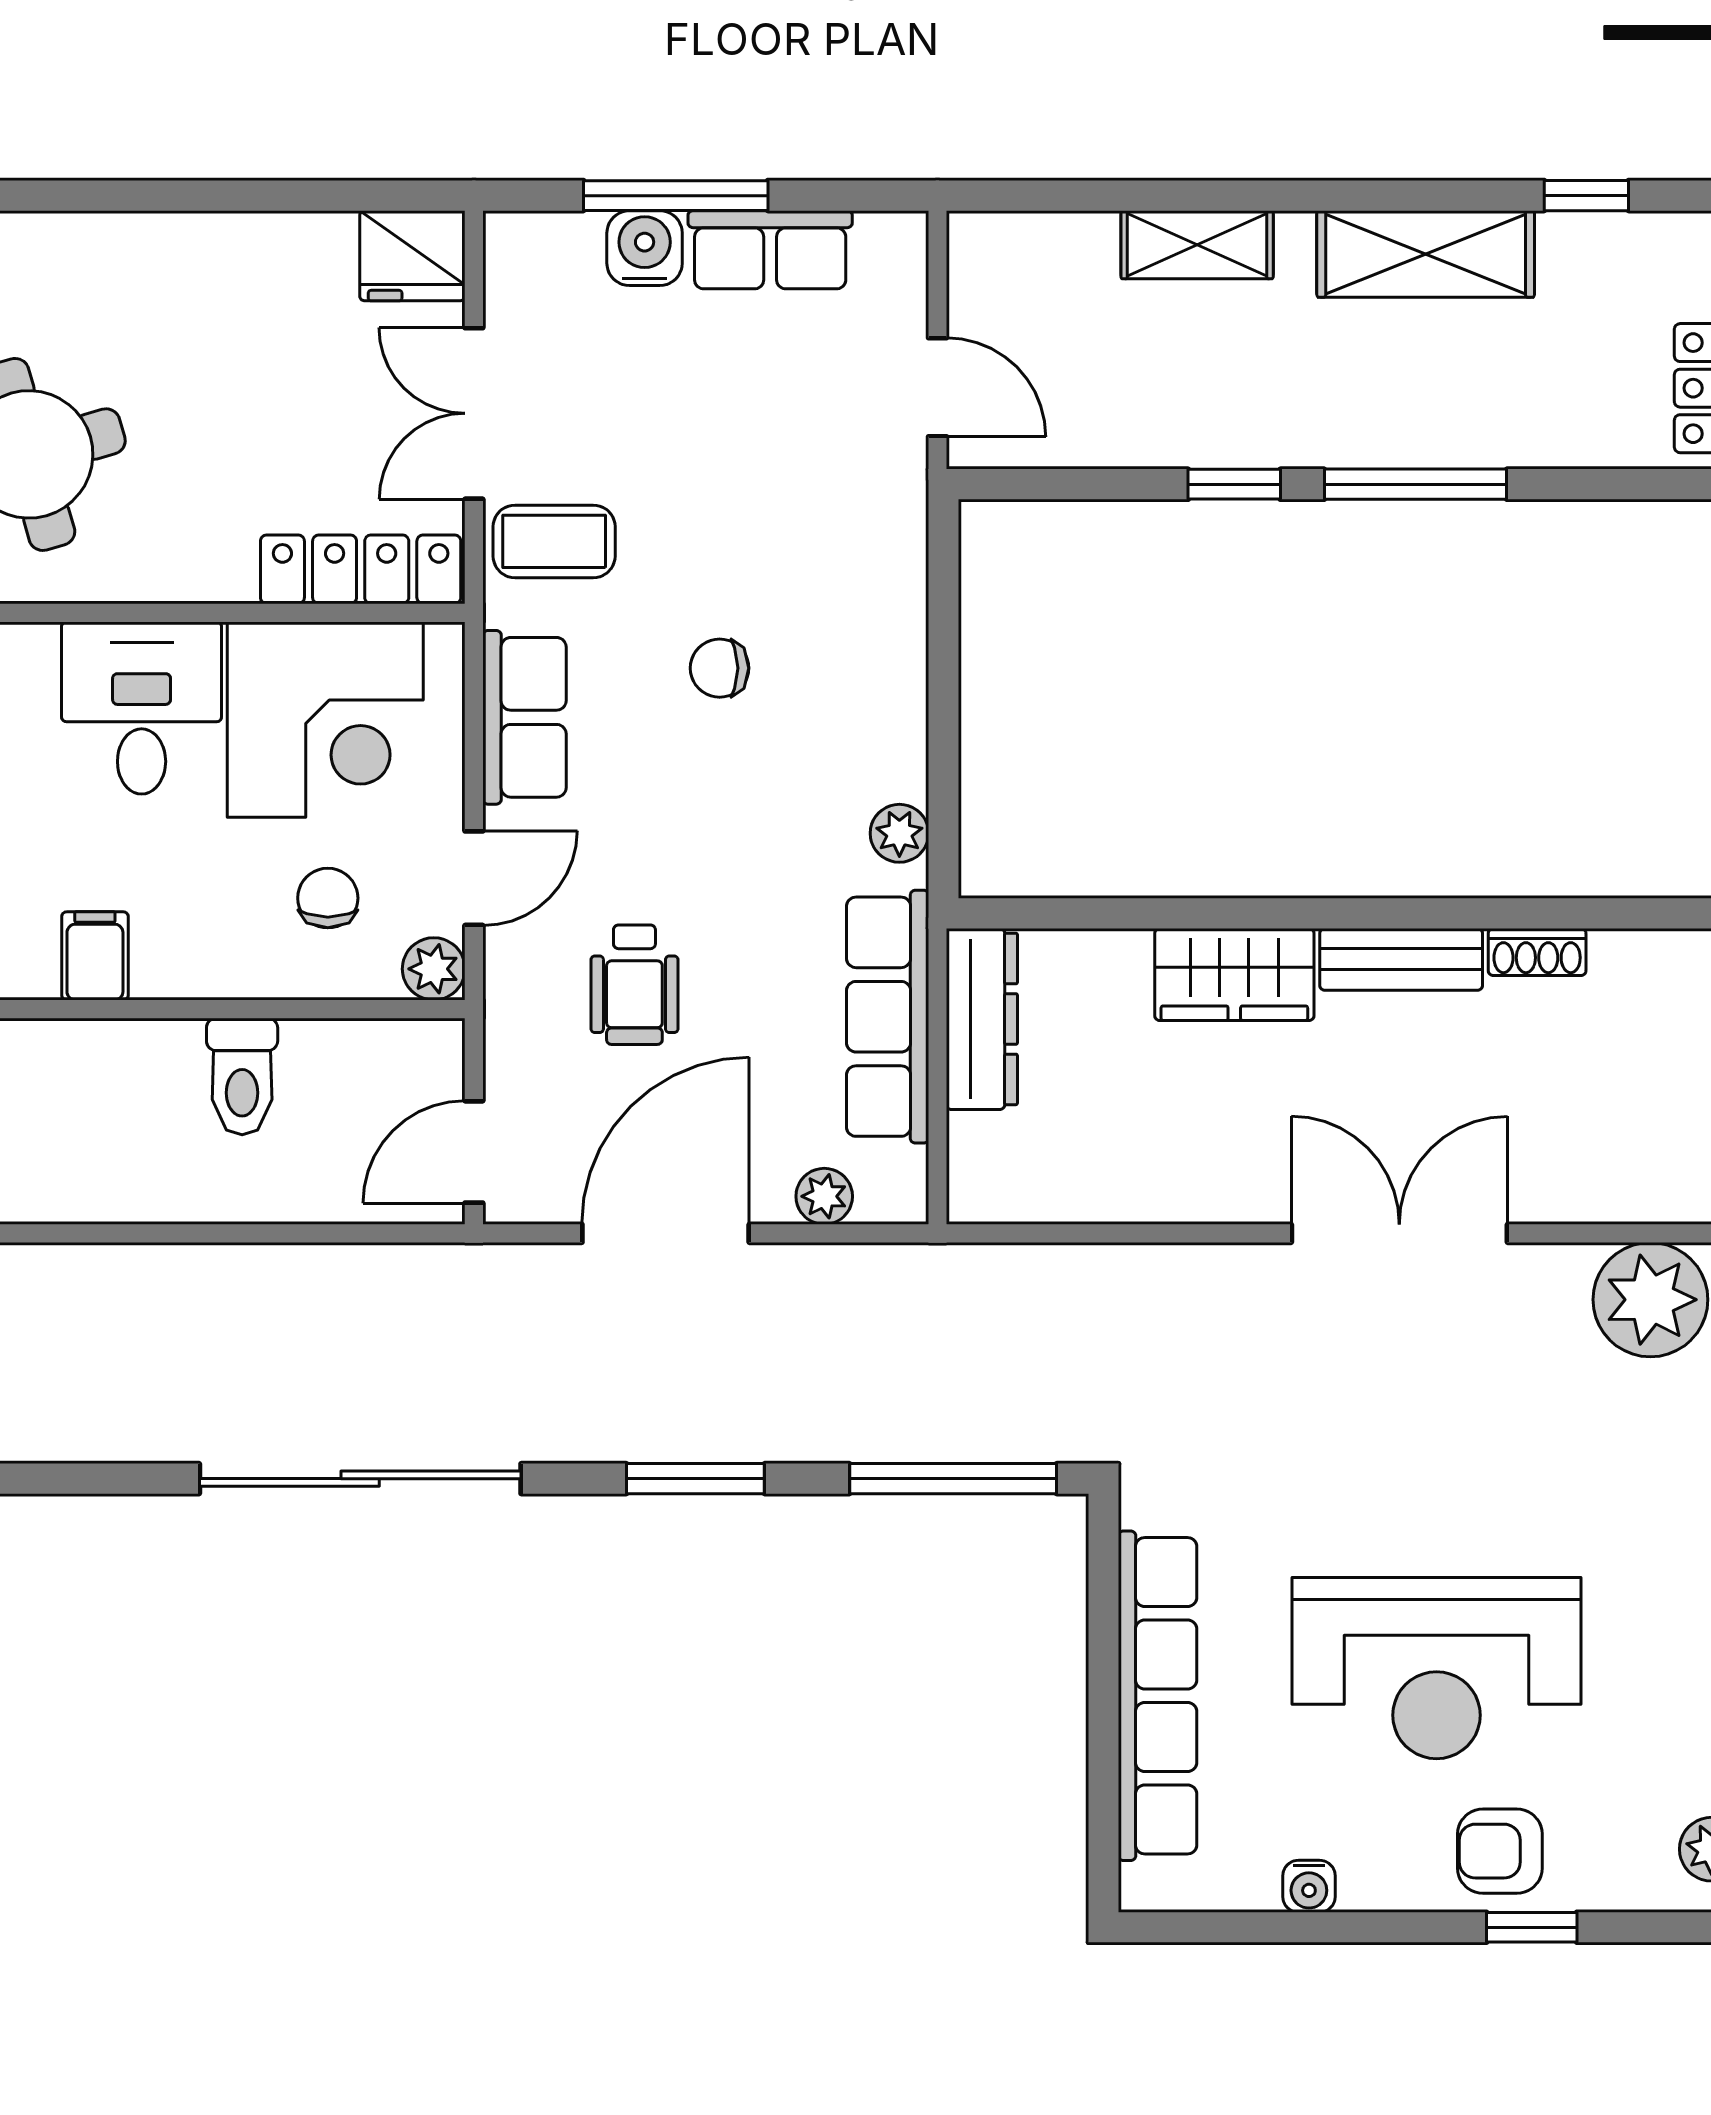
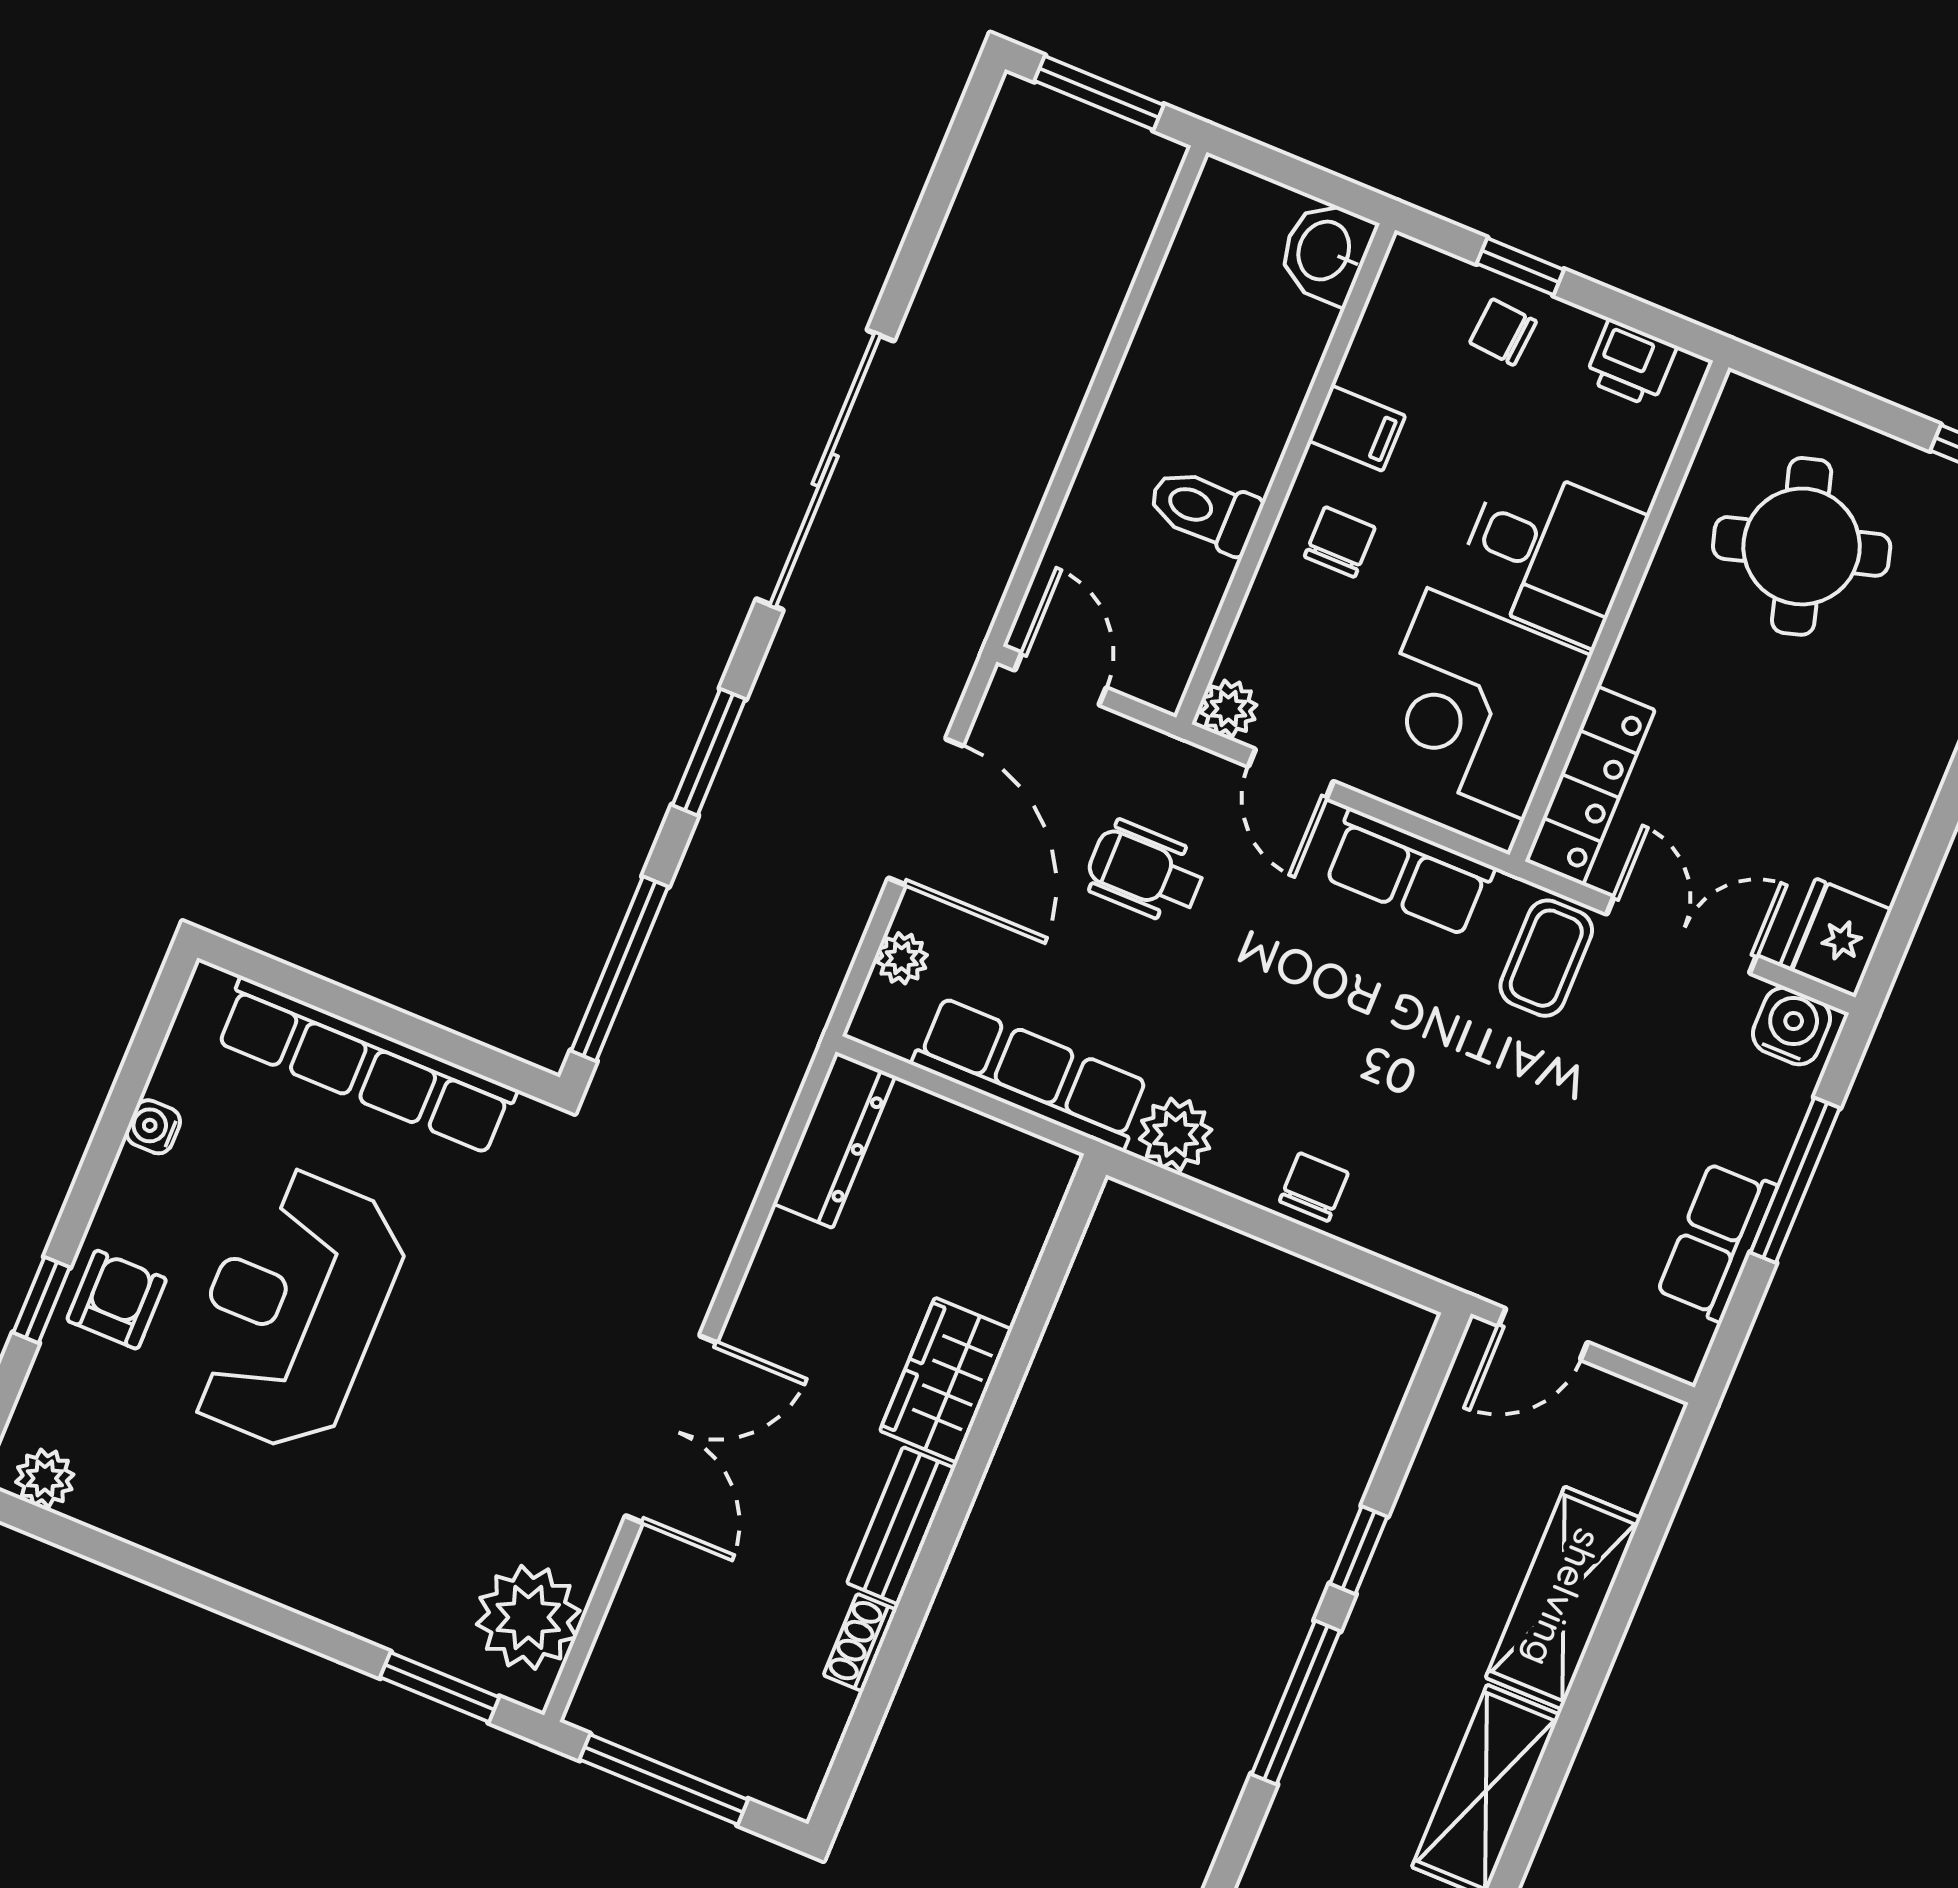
shelving: (1197, 245) -> (1563, 1598), width x1.50, depth x1.33
water cooler: (645, 248) -> (1792, 1026), moved, turned -90
chair: (720, 668) -> (1314, 1187), moved
plant: (899, 833) -> (1176, 1134), width x1.38, depth x1.38
chair: (328, 898) -> (1340, 542), moved, turned -90
dresser: (982, 1019) -> (834, 1140), moved, turned -90

